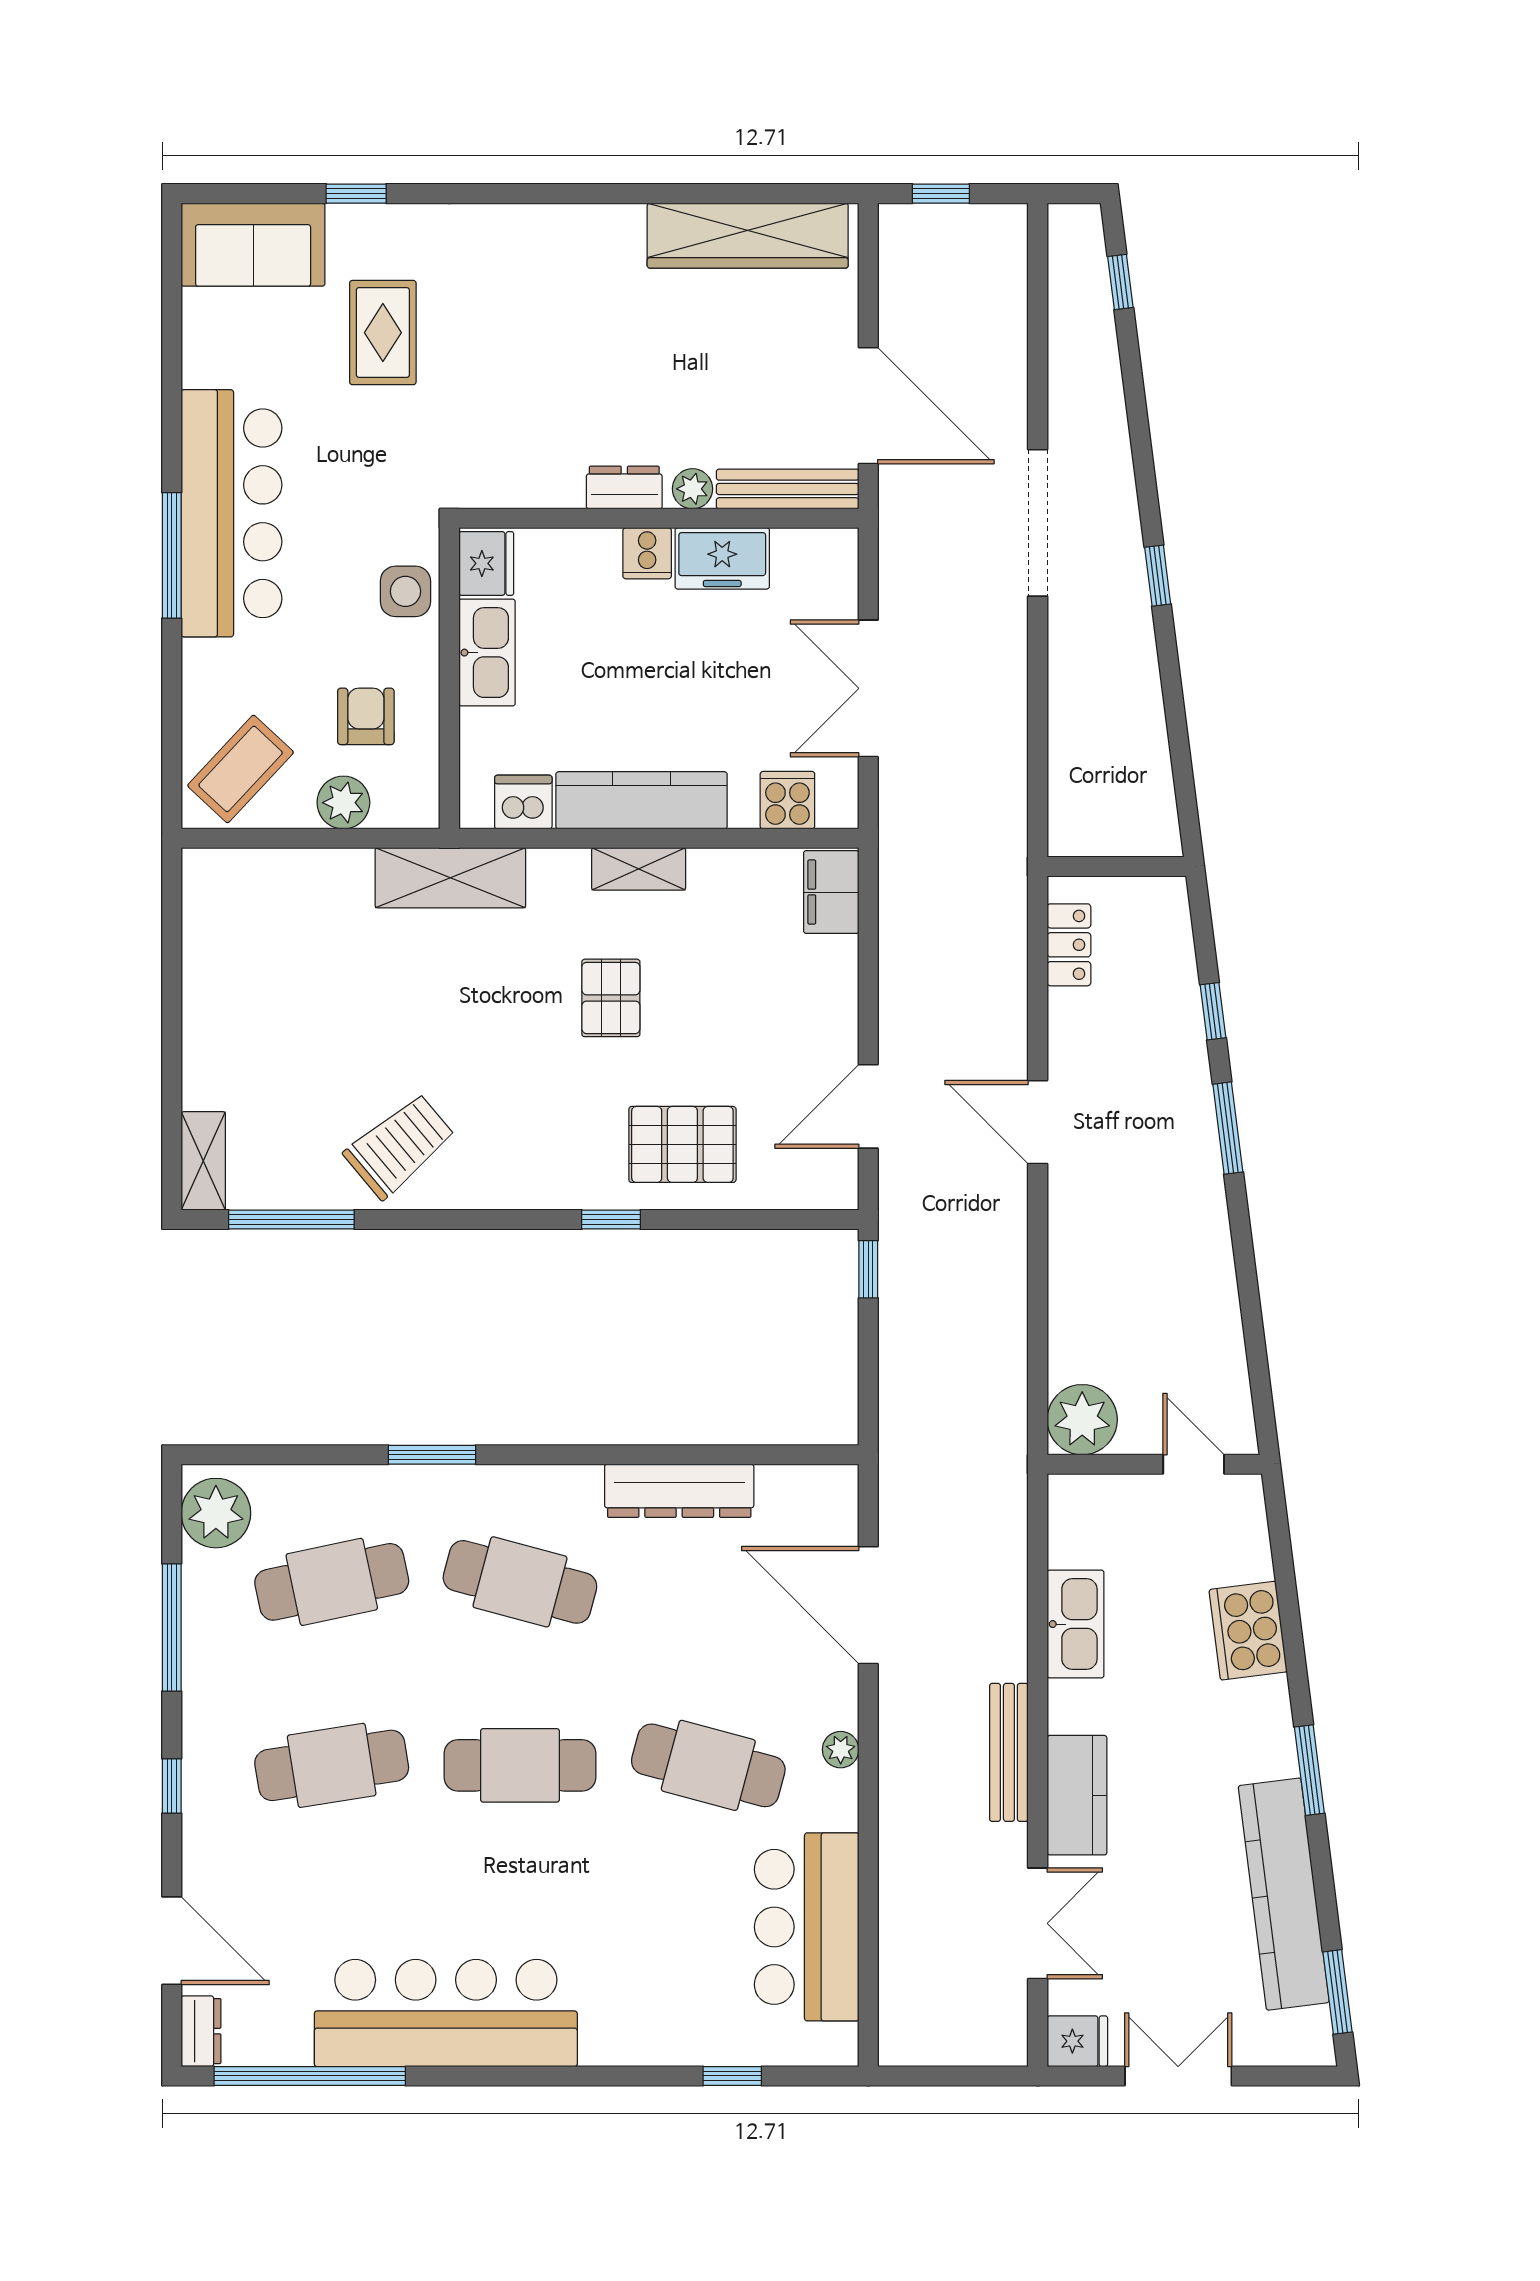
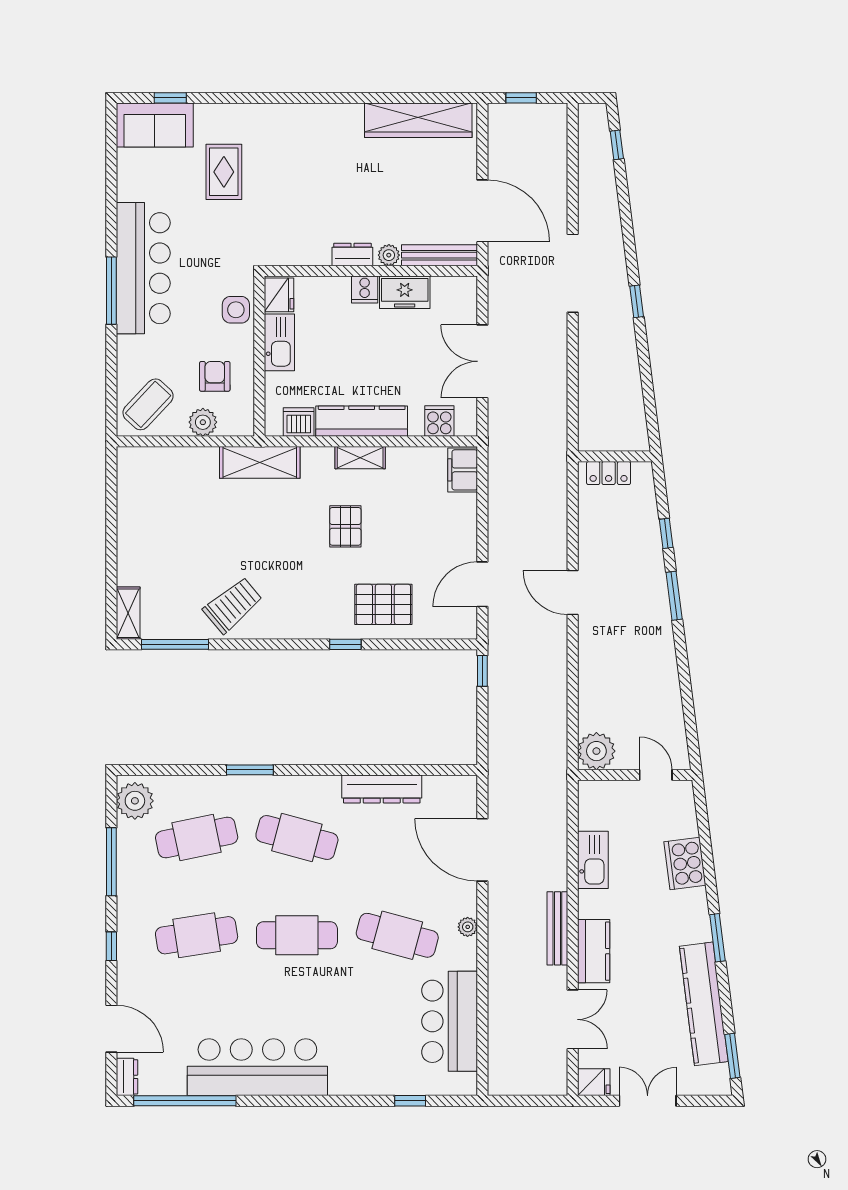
window: (356, 194) -> (170, 98), moved
locker: (1069, 945) -> (609, 473), moved, turned 90

